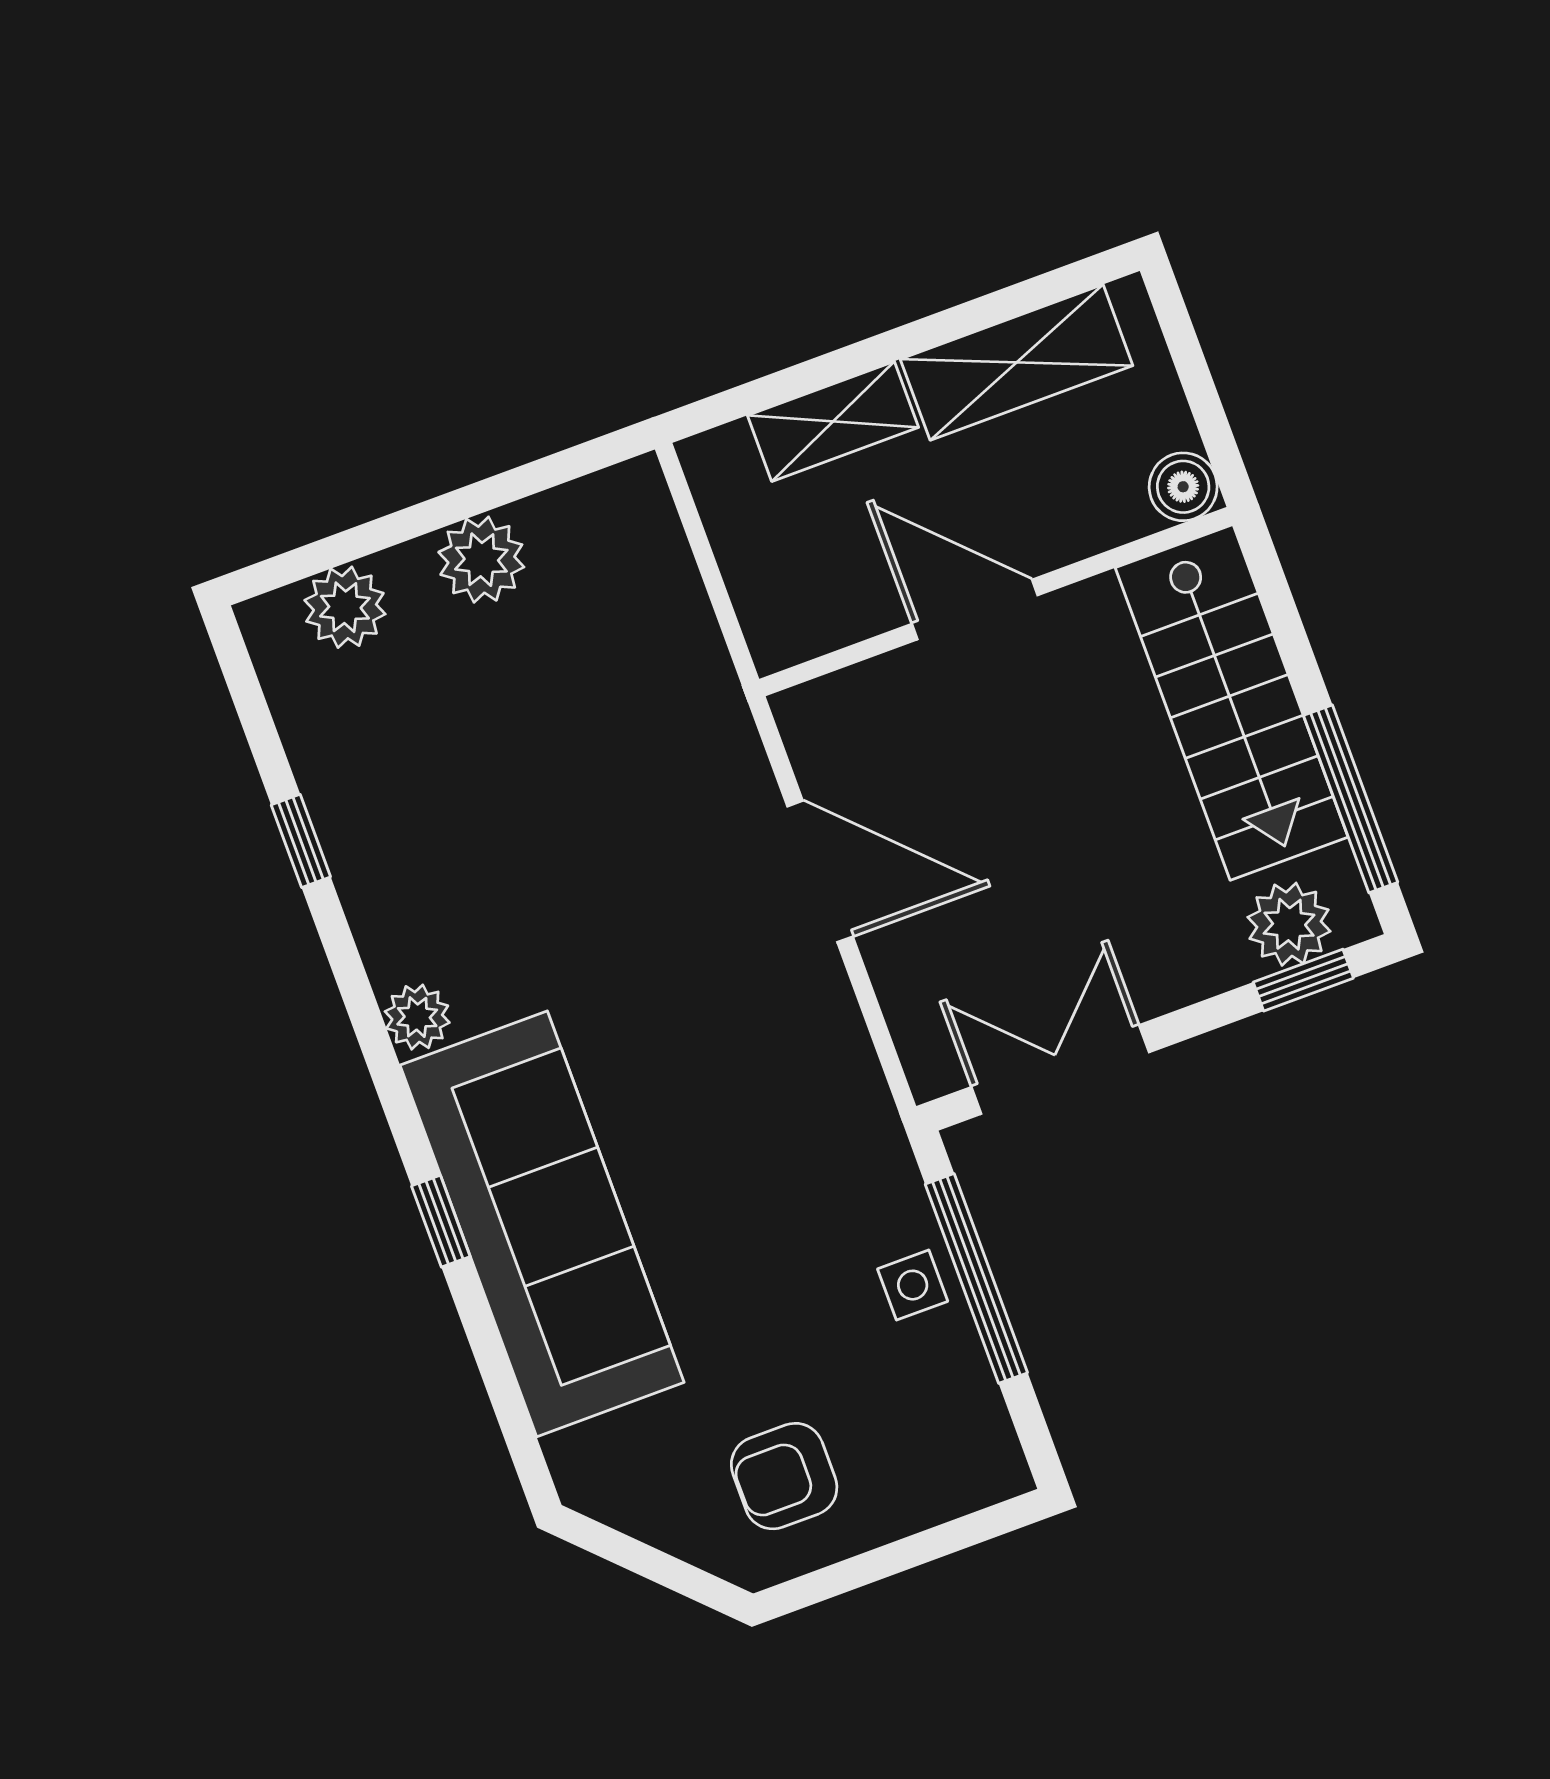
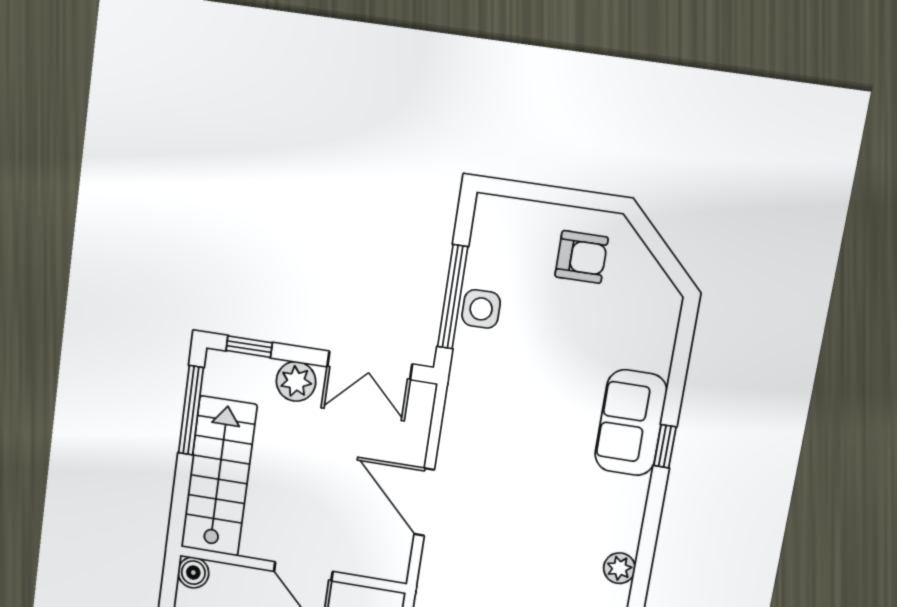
plant: (1289, 924) -> (296, 381), moved
plant: (417, 1017) -> (619, 568), moved
sofa: (542, 1224) -> (631, 423), width x0.54, depth x0.79
side table: (913, 1285) -> (481, 309), width x1.37, depth x1.37

